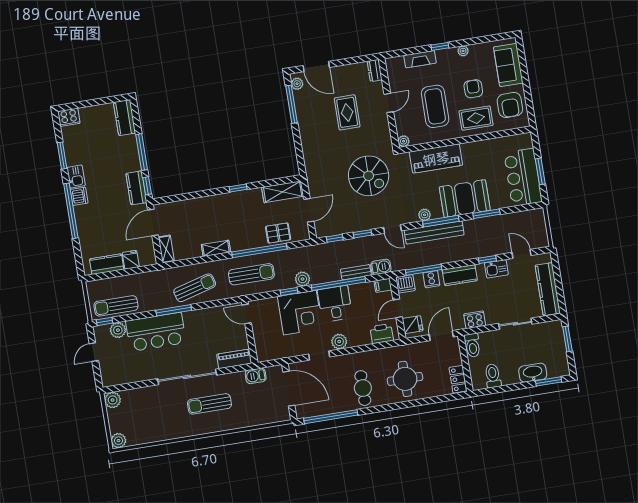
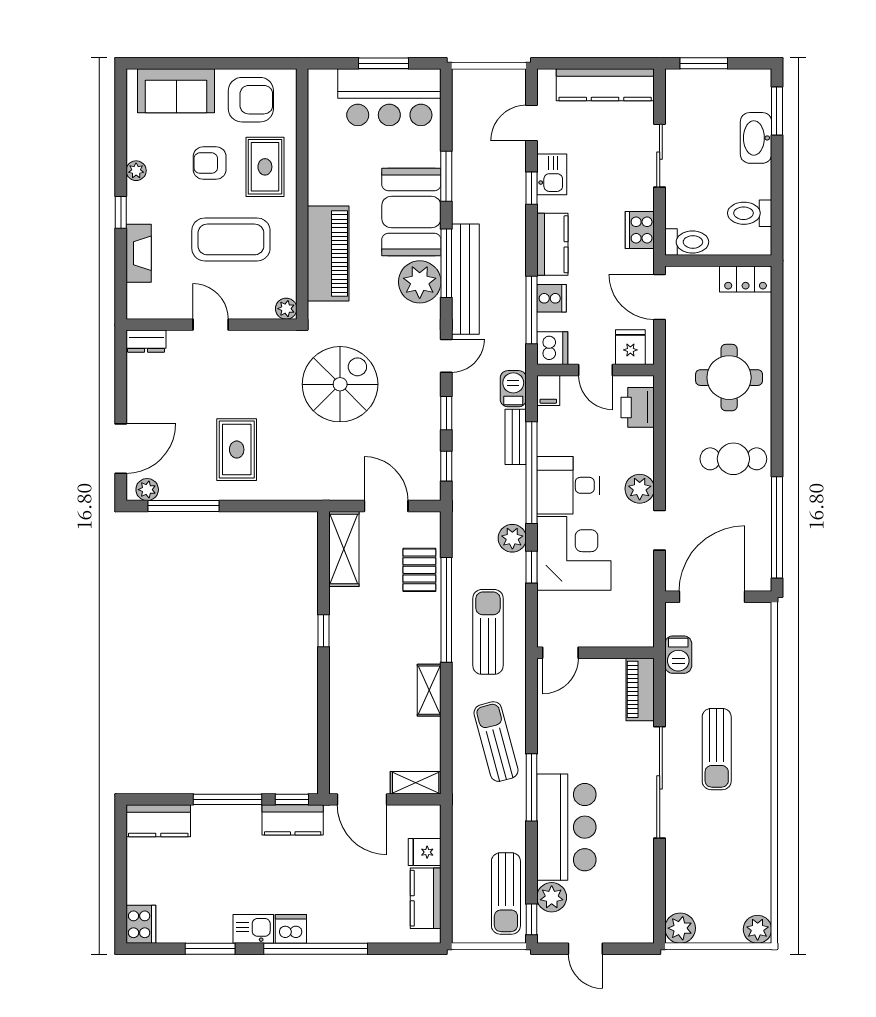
rug: (347, 112) -> (237, 450), moved, turned 90
plant: (425, 215) -> (420, 282), width x1.88, depth x1.88

